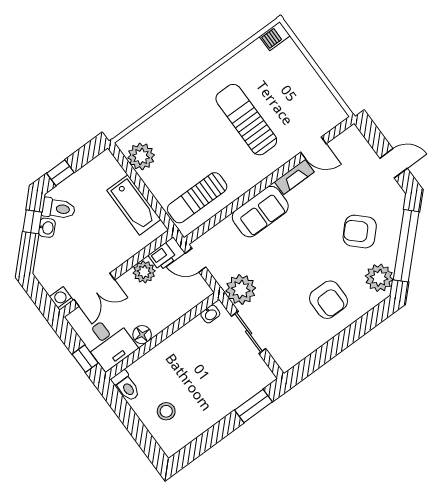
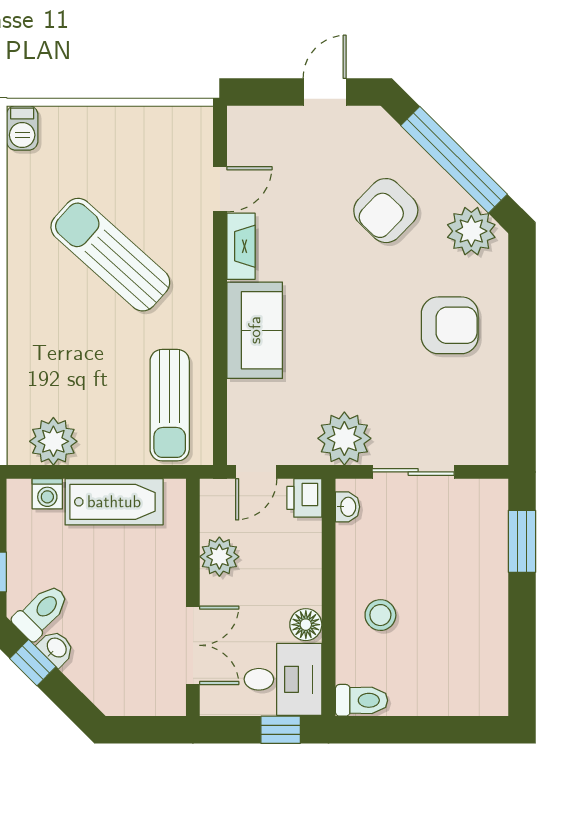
sun lounger: (246, 120) -> (110, 255), turned 42
printer: (163, 257) -> (304, 498), moved, turned 180
washing machine: (61, 299) -> (47, 494), moved, turned -90
stool: (166, 411) -> (380, 615), moved

